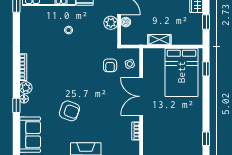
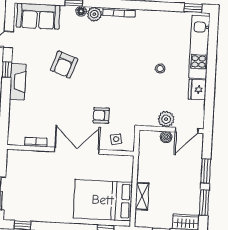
shelving: (159, 40) -> (142, 196), moved
armchair: (110, 65) -> (101, 115), moved

